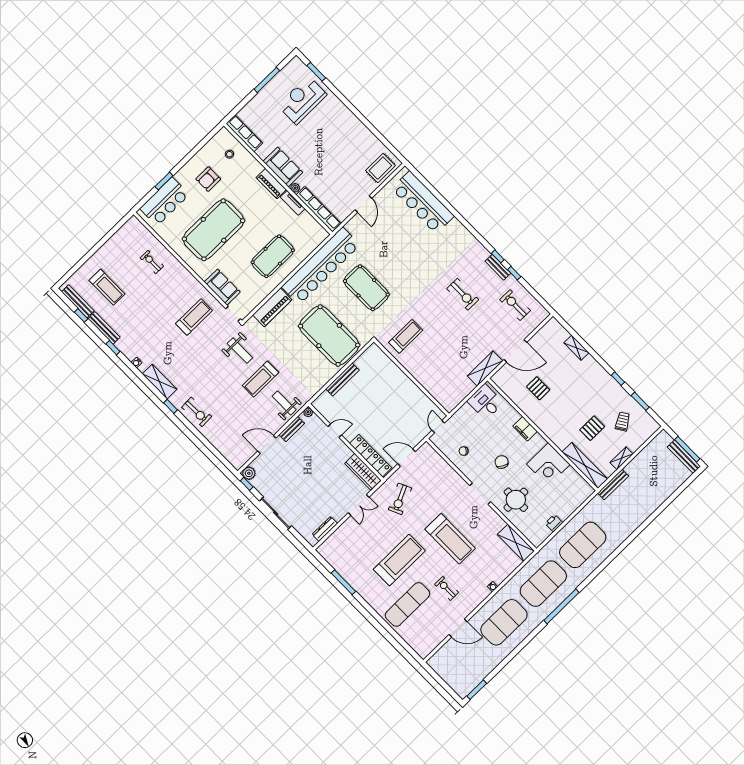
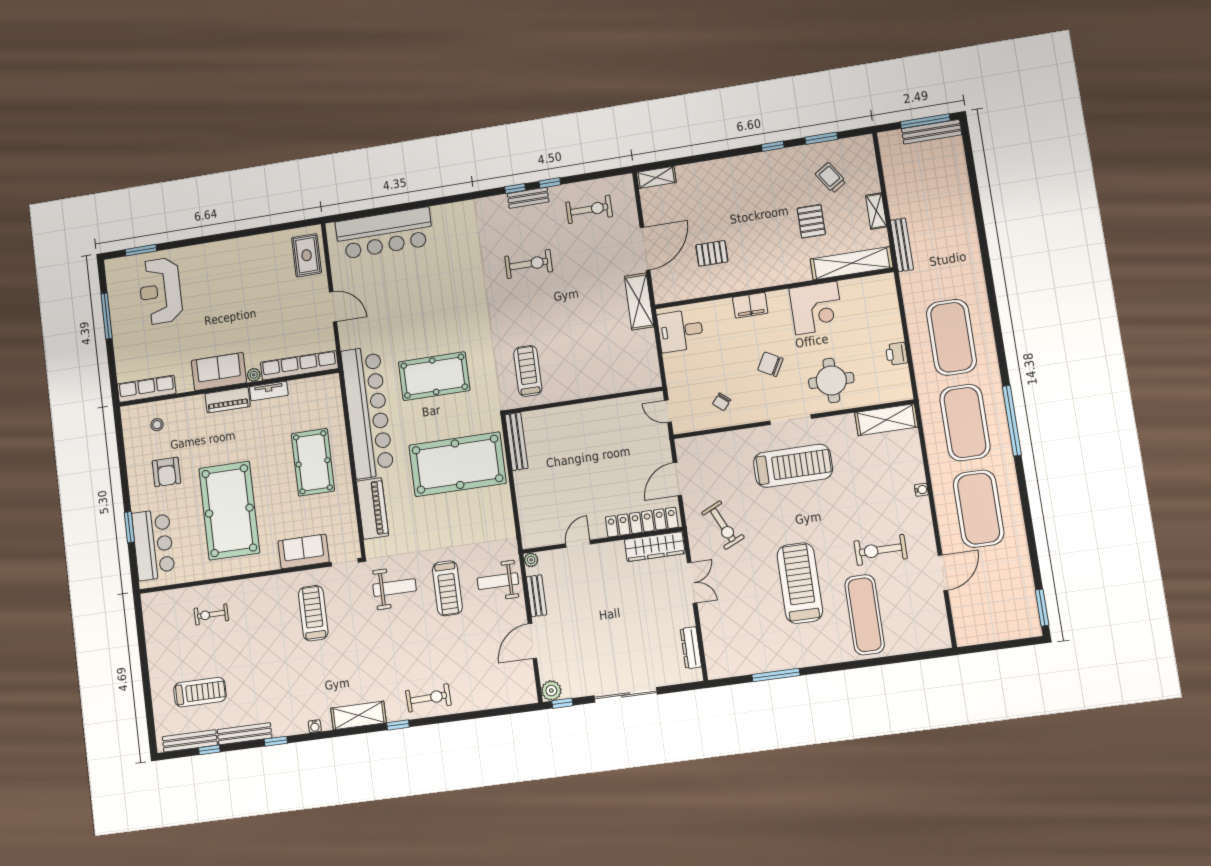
exercise bike: (515, 305) -> (589, 209), turned 180
shelving: (576, 348) -> (656, 177), moved
bench: (342, 379) -> (516, 441), moved
treadmill: (450, 539) -> (793, 466), moved
exercise bike: (447, 588) -> (881, 550), width x1.38, depth x1.39

